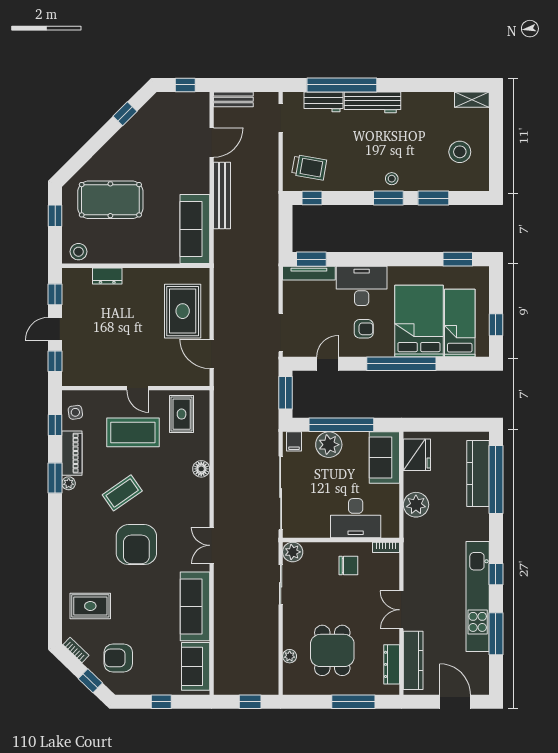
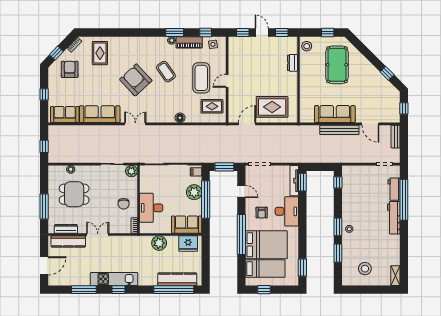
trolley: (309, 167) -> (356, 181), removed
sofa: (195, 229) -> (335, 114), moved
armchair: (136, 545) -> (136, 80), turned 47
kitchen unit: (478, 597) -> (114, 279), width x0.73

